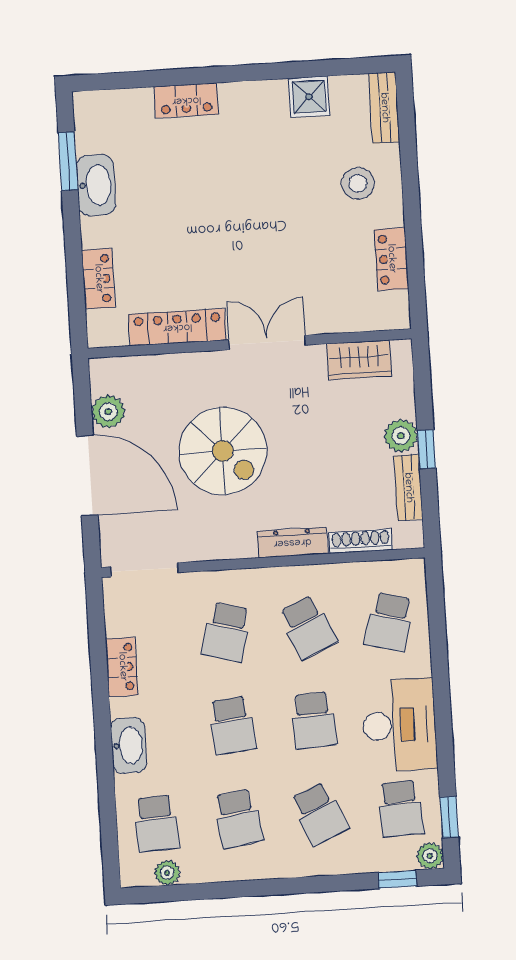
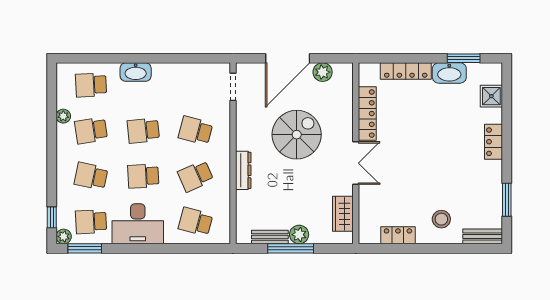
window: (316, 69) -> (507, 200), added
shower: (309, 97) -> (491, 96), moved
locker: (186, 100) -> (493, 142), moved
locker: (98, 279) -> (406, 71), width x1.53
window: (427, 449) -> (291, 248), width x2.17
spiral stairs: (223, 451) -> (297, 135), turned 180
shoe rack: (361, 541) -> (242, 208), removed
doorway: (144, 570) -> (233, 87), width x0.73
locker: (122, 667) -> (180, 71), removed
school desk: (319, 814) -> (91, 176), turned 36
window: (449, 817) -> (85, 248), width x1.50
plant: (167, 873) -> (63, 116), moved

